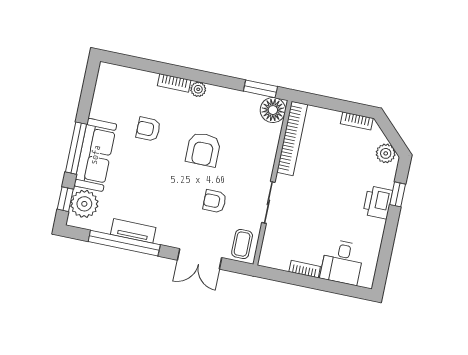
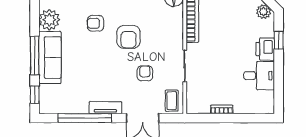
armchair: (148, 129) -> (95, 23), moved
armchair: (215, 201) -> (145, 73), turned 90
plant: (84, 204) -> (49, 20), moved
tv unit: (133, 231) -> (105, 108), moved
desk: (342, 262) -> (259, 76), moved, turned -90

